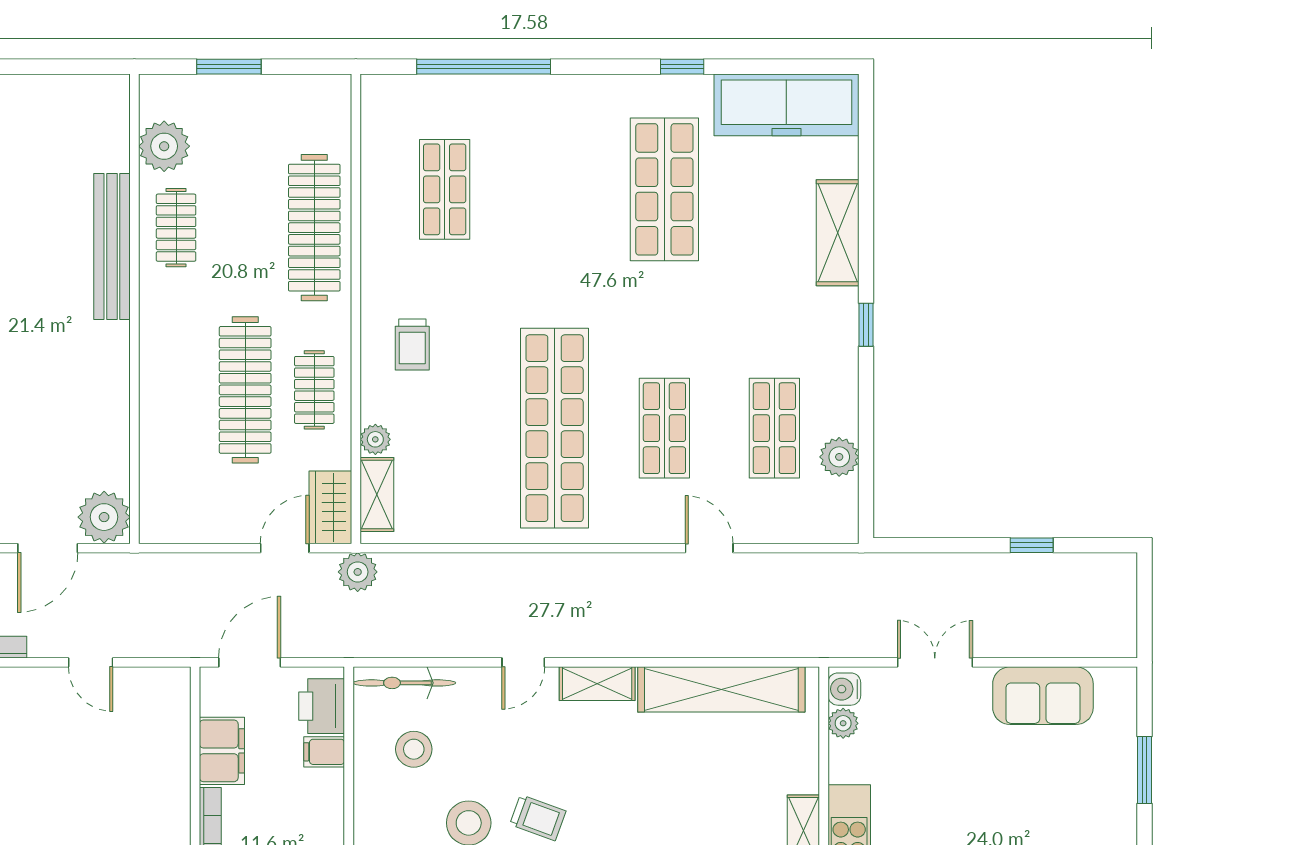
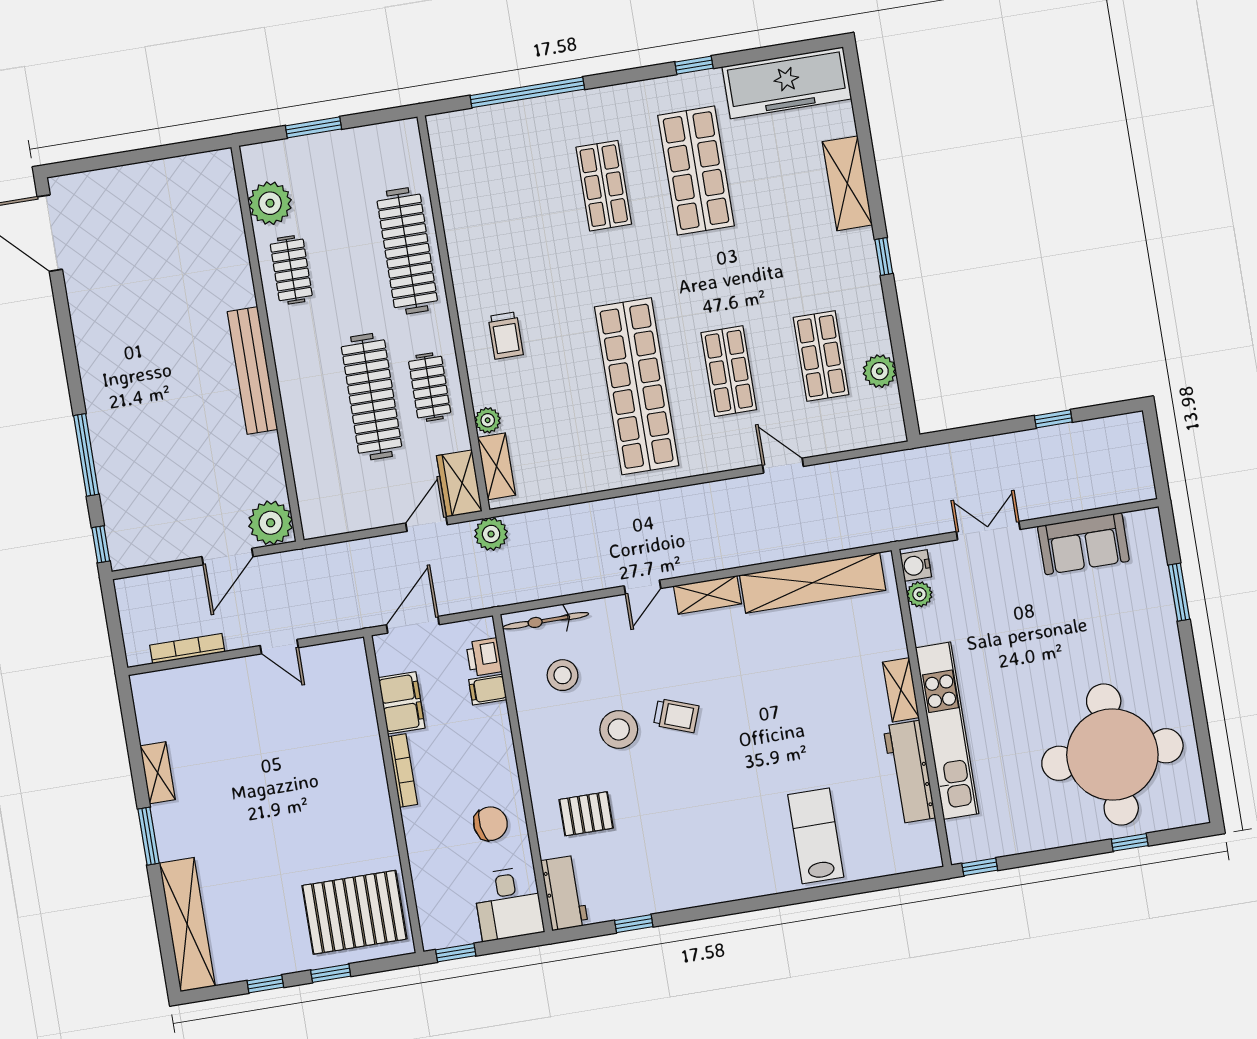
shop shelf: (445, 189) -> (604, 186), moved
bench: (112, 247) -> (252, 371), moved
printer: (322, 706) -> (484, 657), width x0.73, depth x0.81

